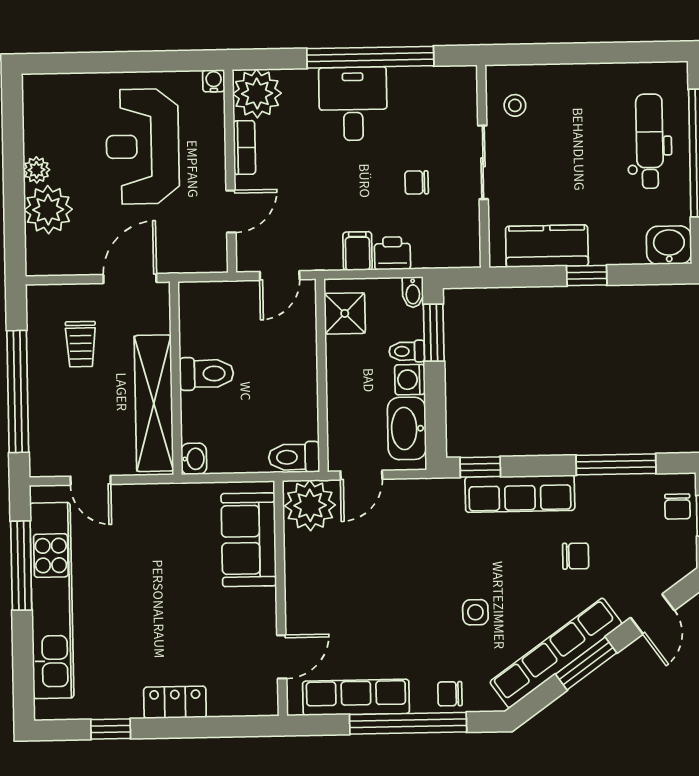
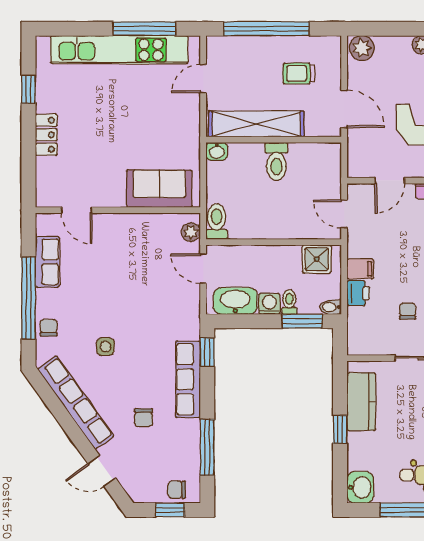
plant: (48, 210) -> (362, 48), moved, width x0.73, depth x0.73
door: (231, 211) -> (390, 181), hinge flipped
plant: (310, 505) -> (191, 232), width x0.53, depth x0.53
window: (586, 664) -> (68, 424), removed
row of seats: (356, 697) -> (47, 262), width x0.68

